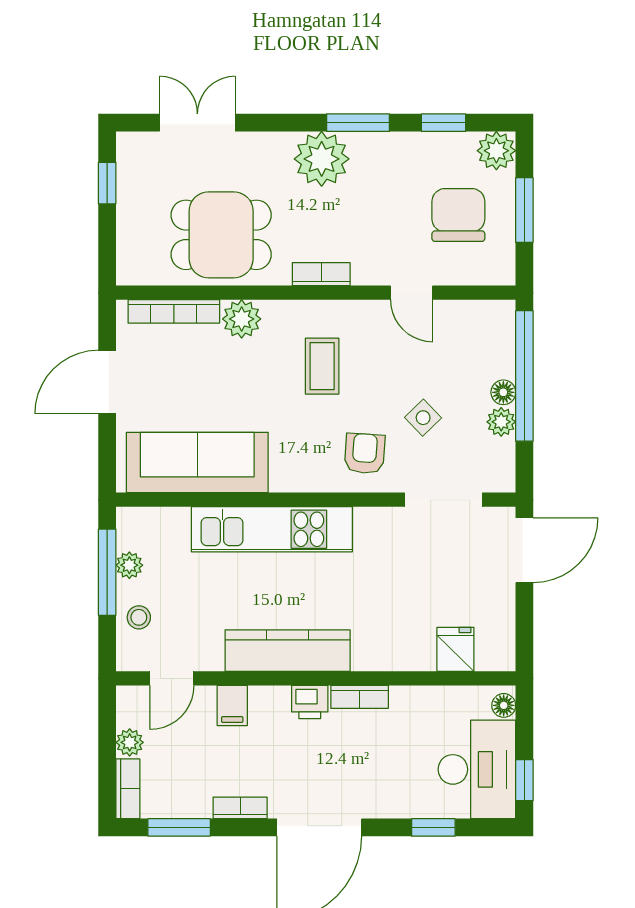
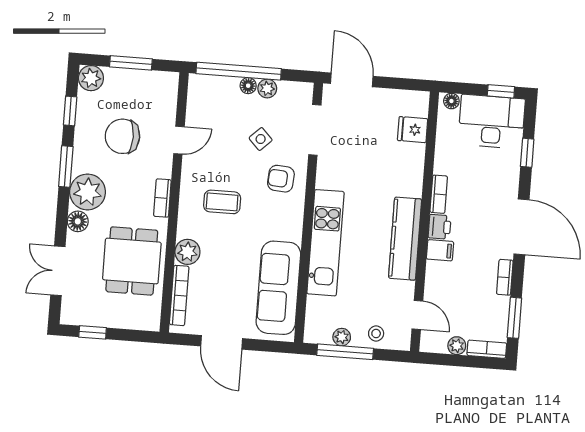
floor lamp: (275, 147) -> (78, 221), added
chair: (458, 215) -> (122, 136), moved
filing cabinet: (232, 705) -> (440, 250), moved

